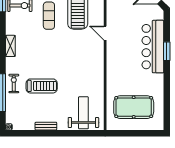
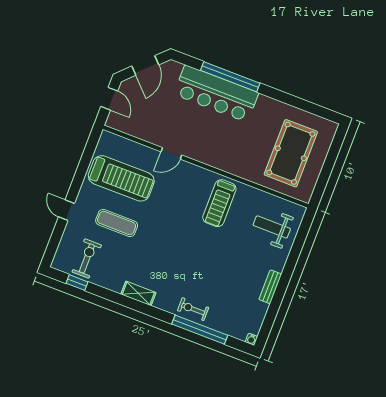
window: (167, 51) -> (230, 77), width x2.11
treadmill: (42, 86) -> (219, 203), moved, turned 180
weight bench: (83, 113) -> (272, 227), width x0.73, depth x0.75

